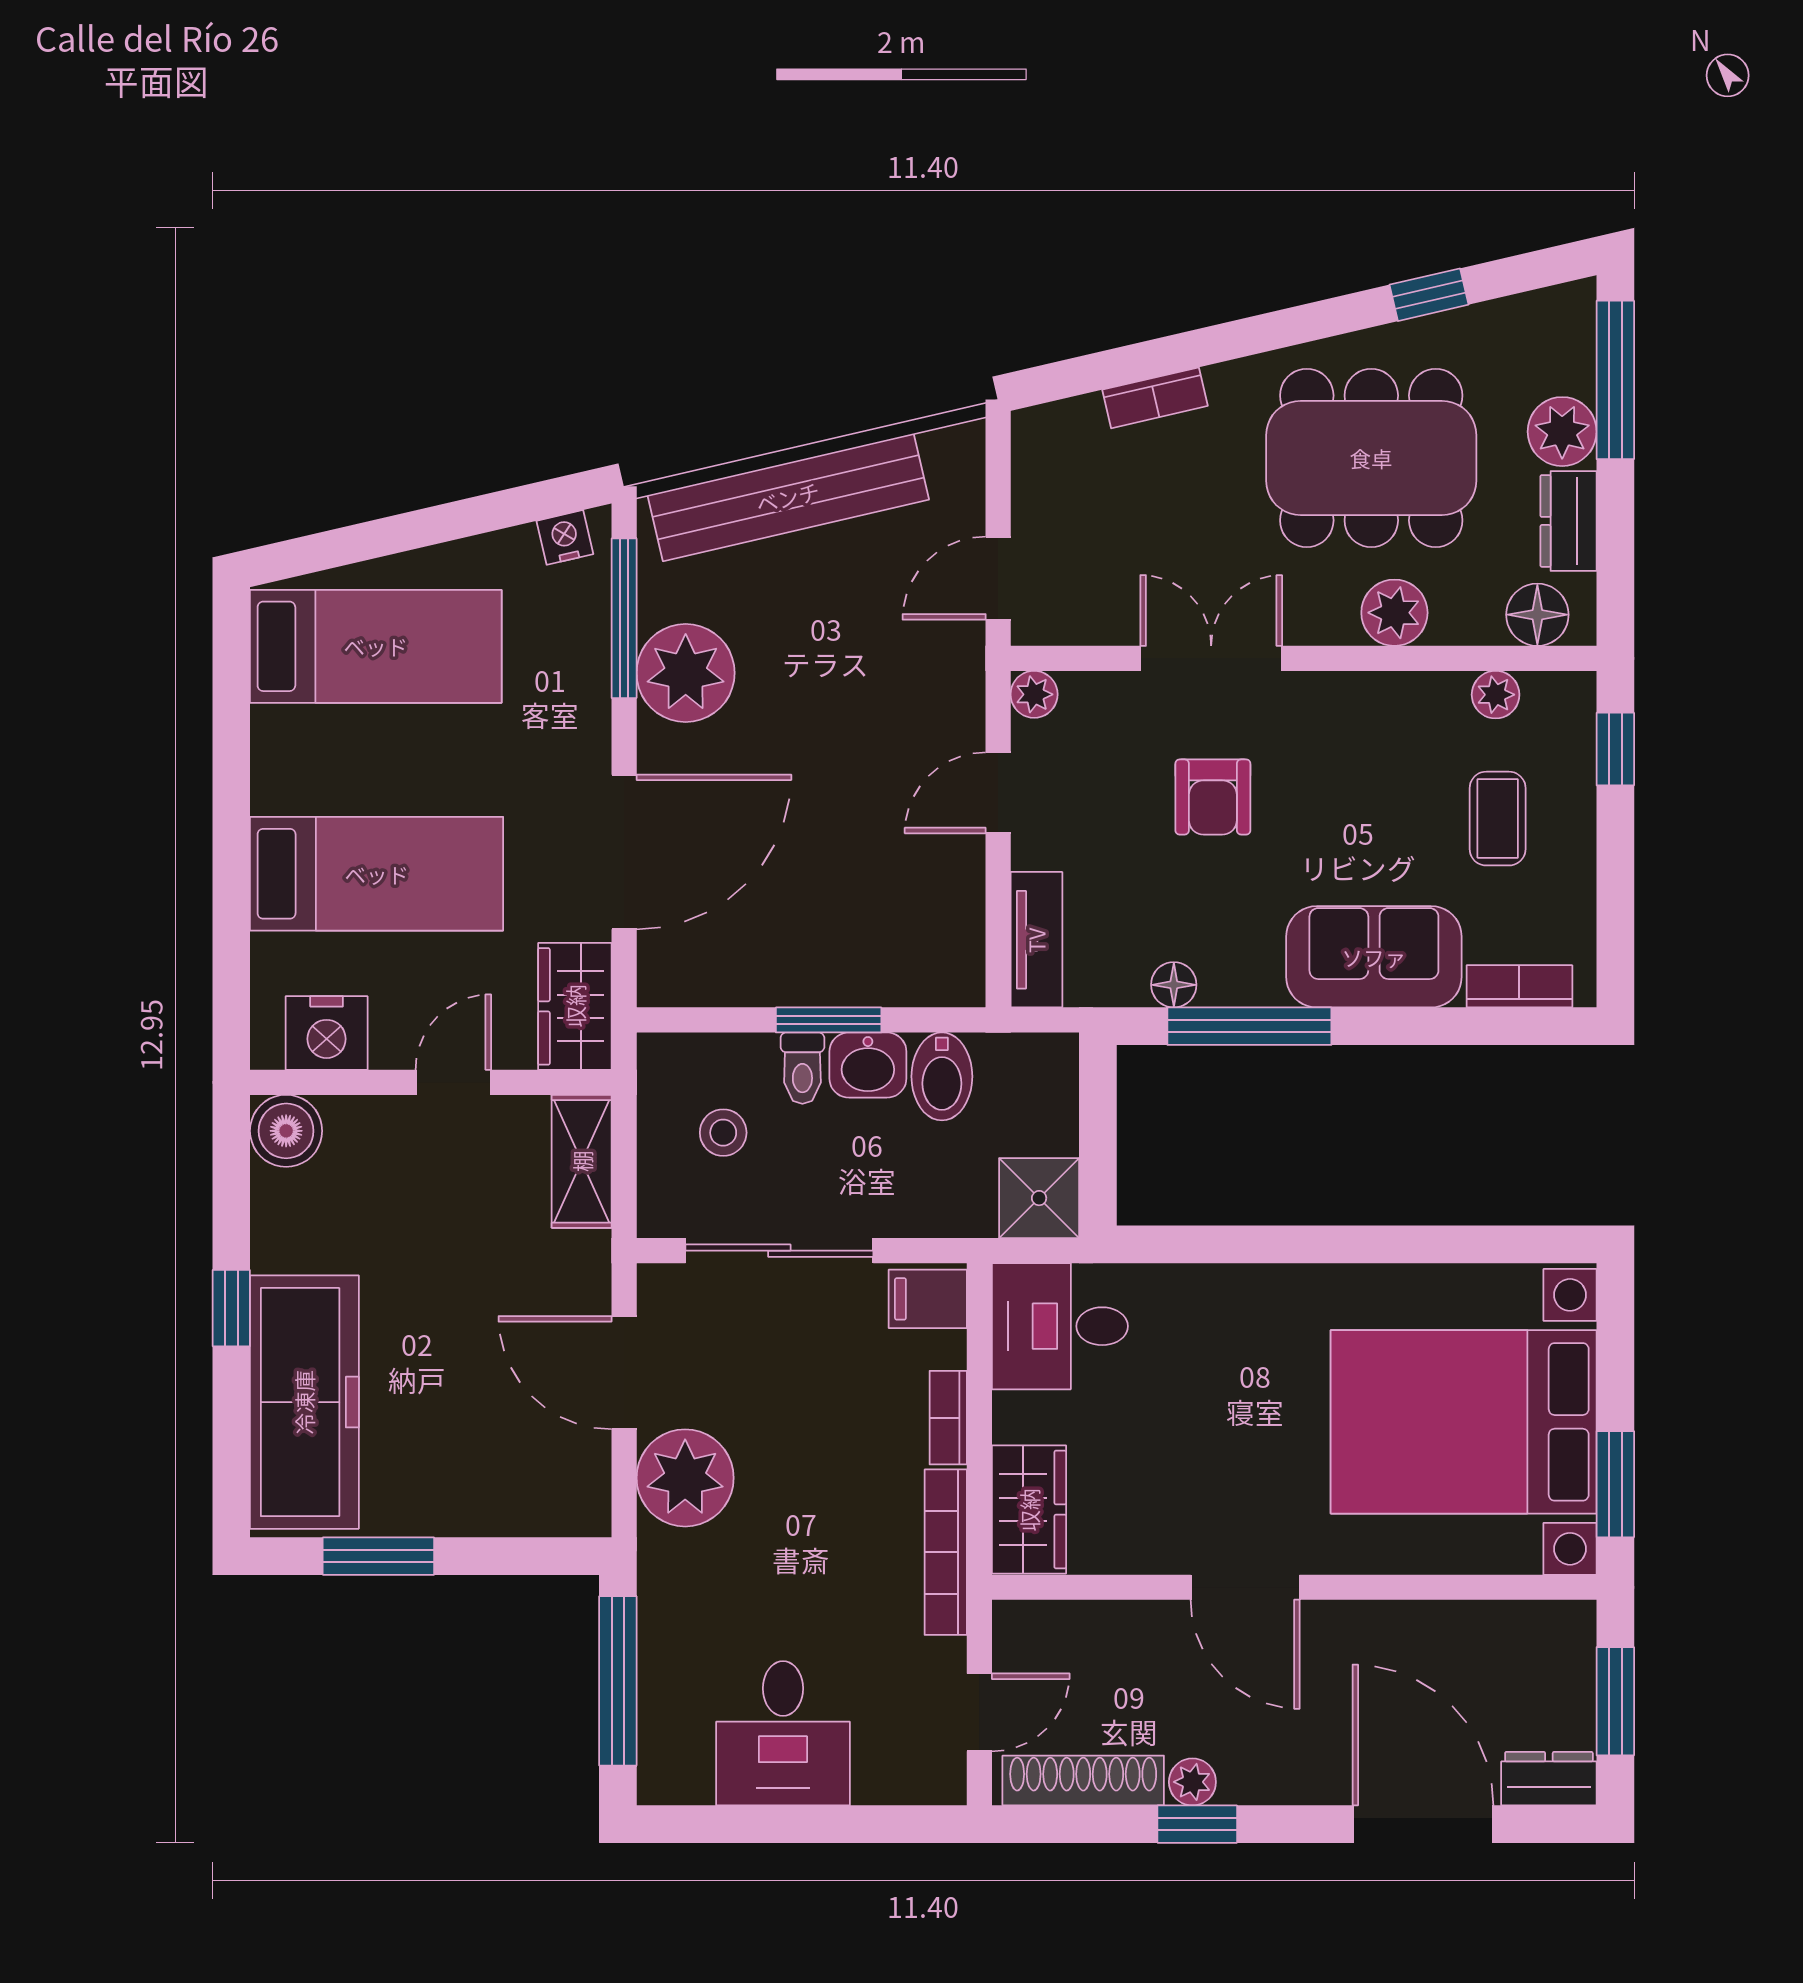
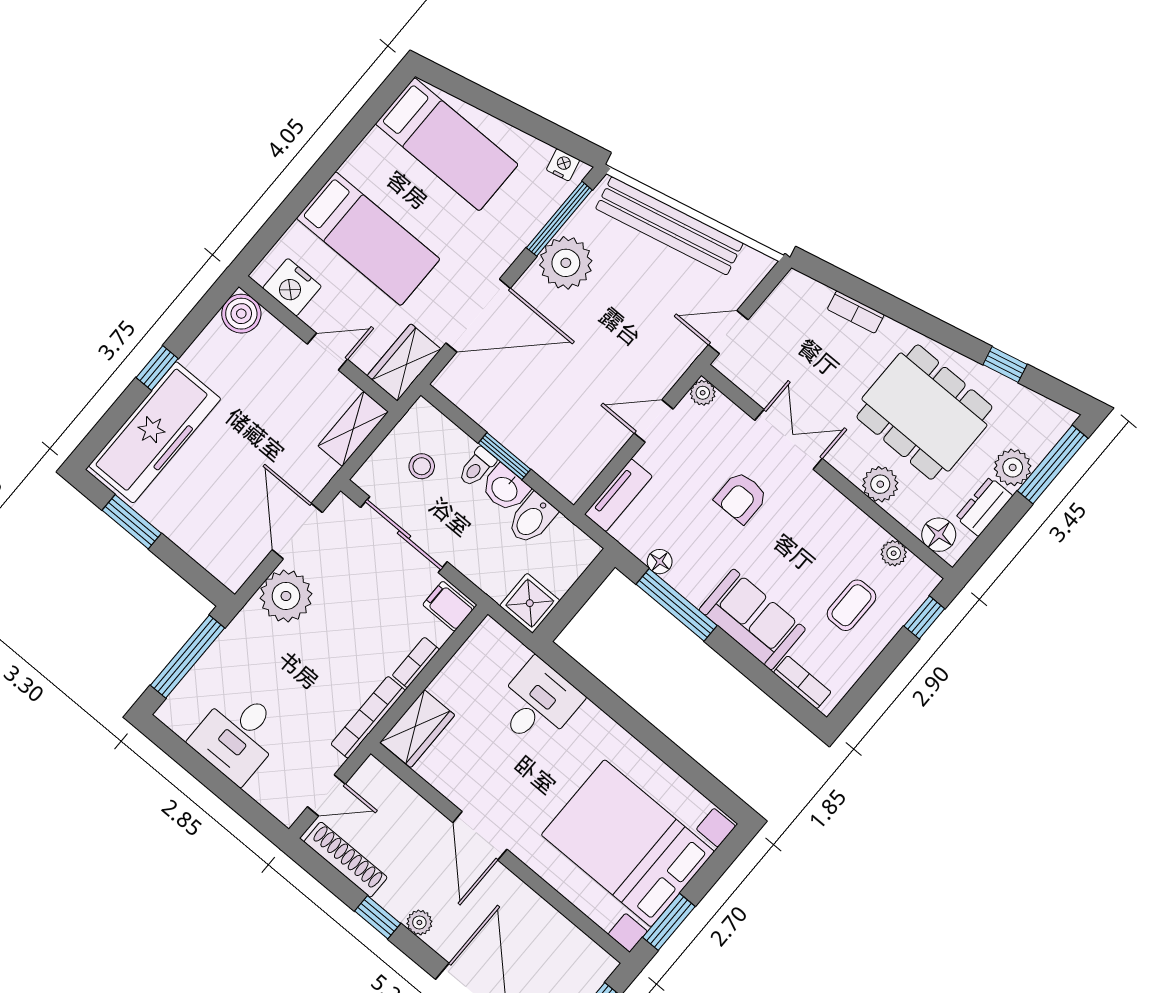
desk: (1060, 1326) -> (537, 703), moved, turned 90
plant: (1192, 1782) -> (419, 922), moved

